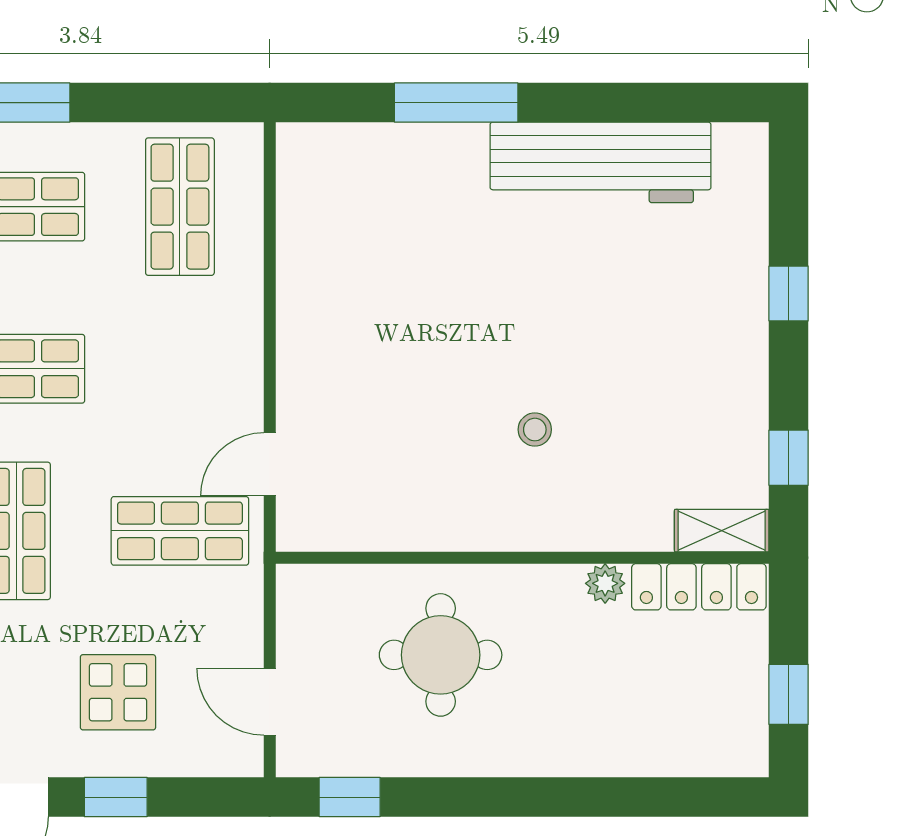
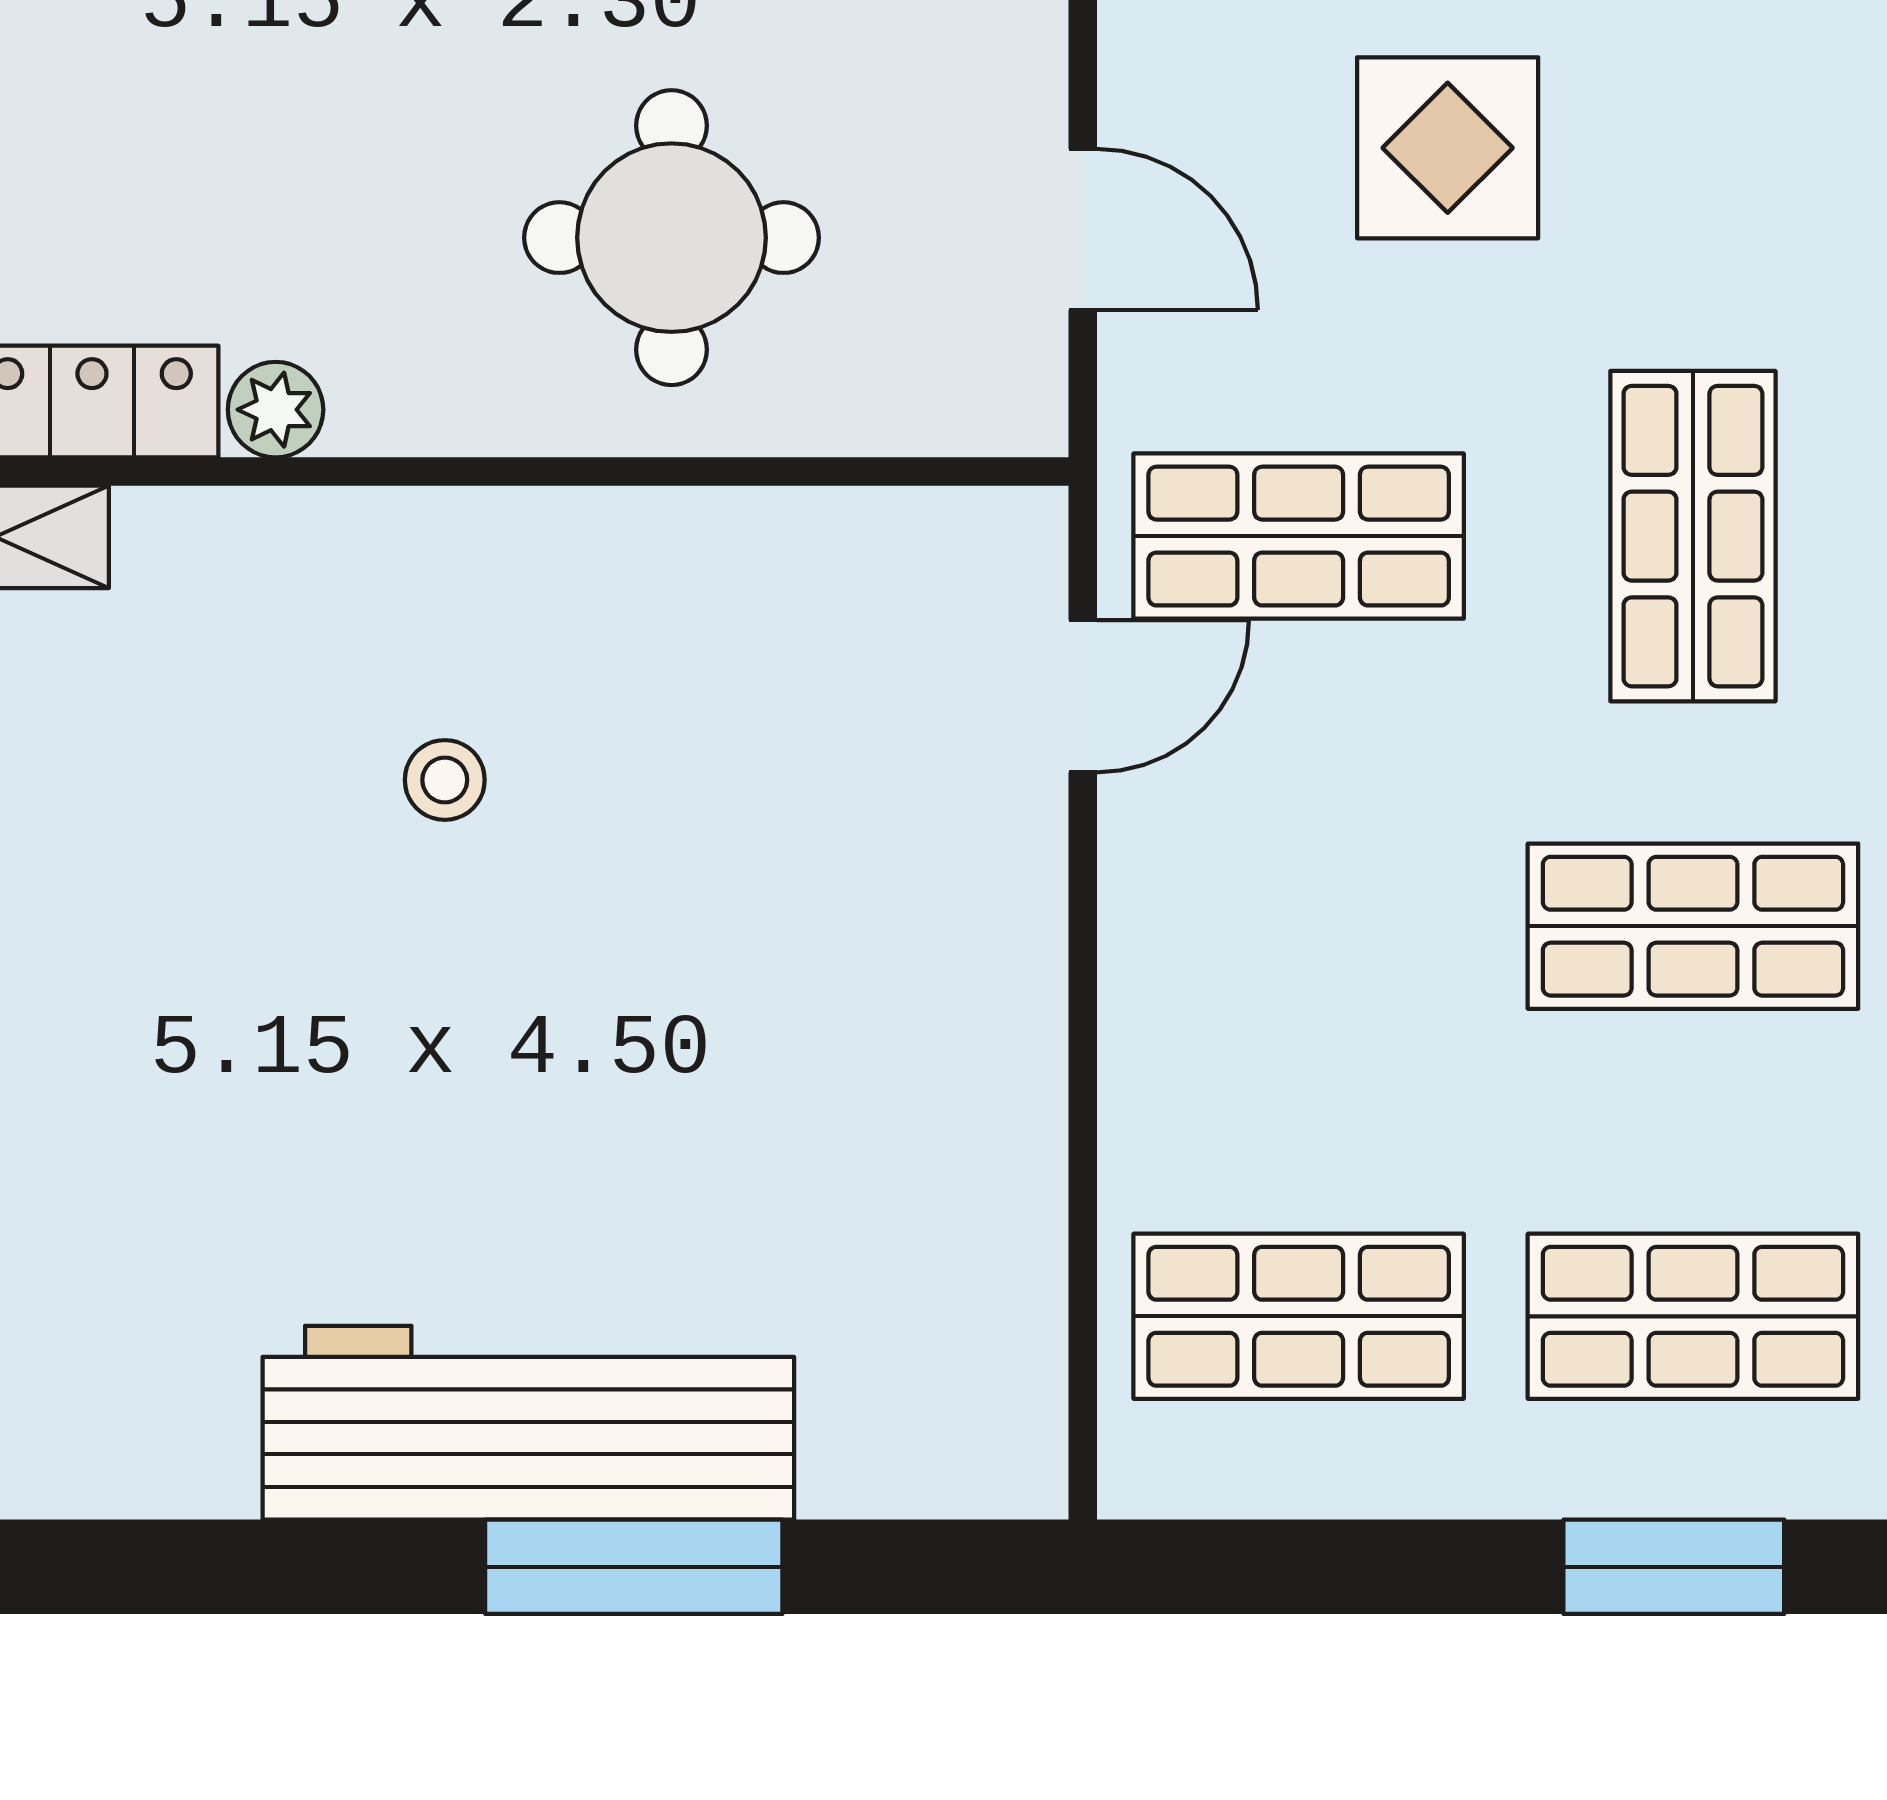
workbench: (601, 162) -> (528, 1423), moved
shop shelf: (180, 207) -> (1299, 1316), turned 90
door: (270, 702) -> (1083, 229), moved

